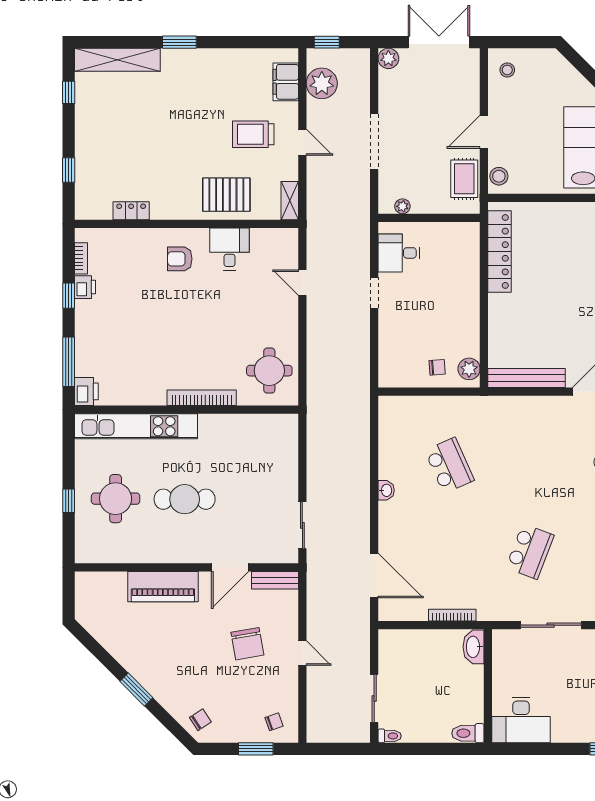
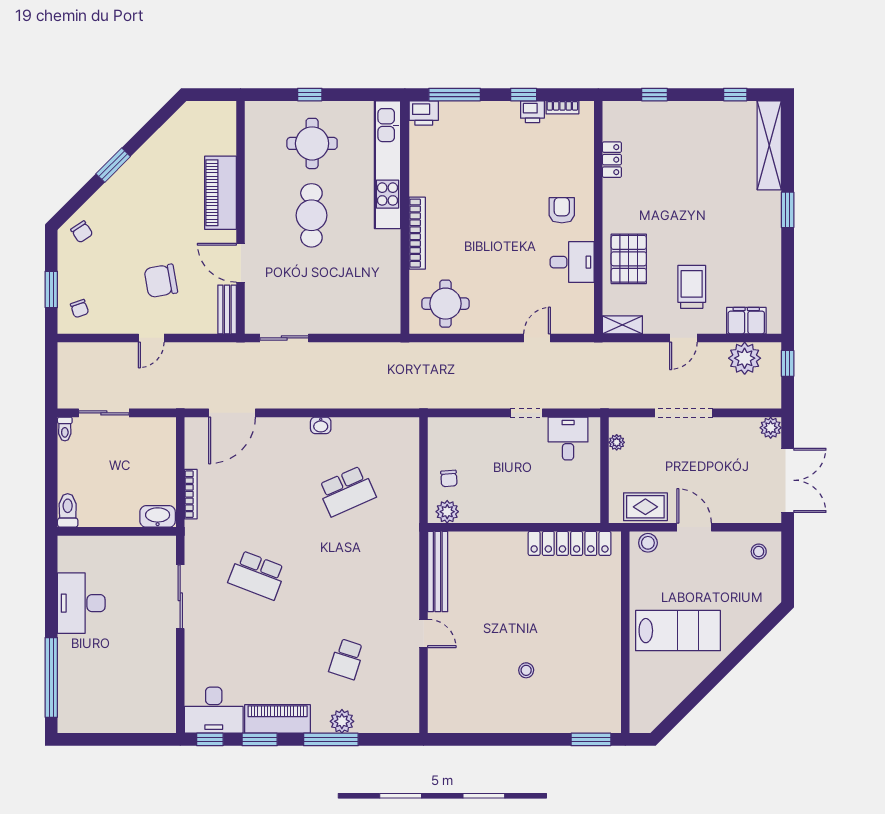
desk: (521, 720) -> (81, 603), moved

